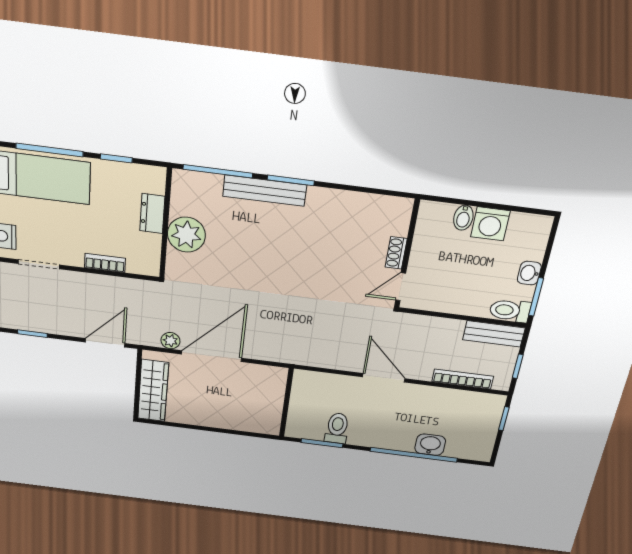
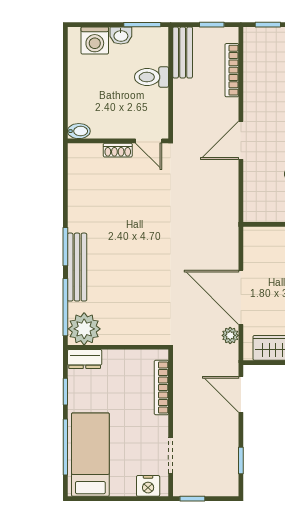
dresser: (152, 214) -> (85, 359), moved
bidet: (463, 218) -> (79, 131), moved
washing machine: (490, 224) -> (95, 40), moved, turned 90
plant: (186, 235) -> (84, 329), moved
bookcase: (105, 263) -> (161, 388), width x1.56
toilet: (510, 311) -> (152, 77), moved, turned 90

